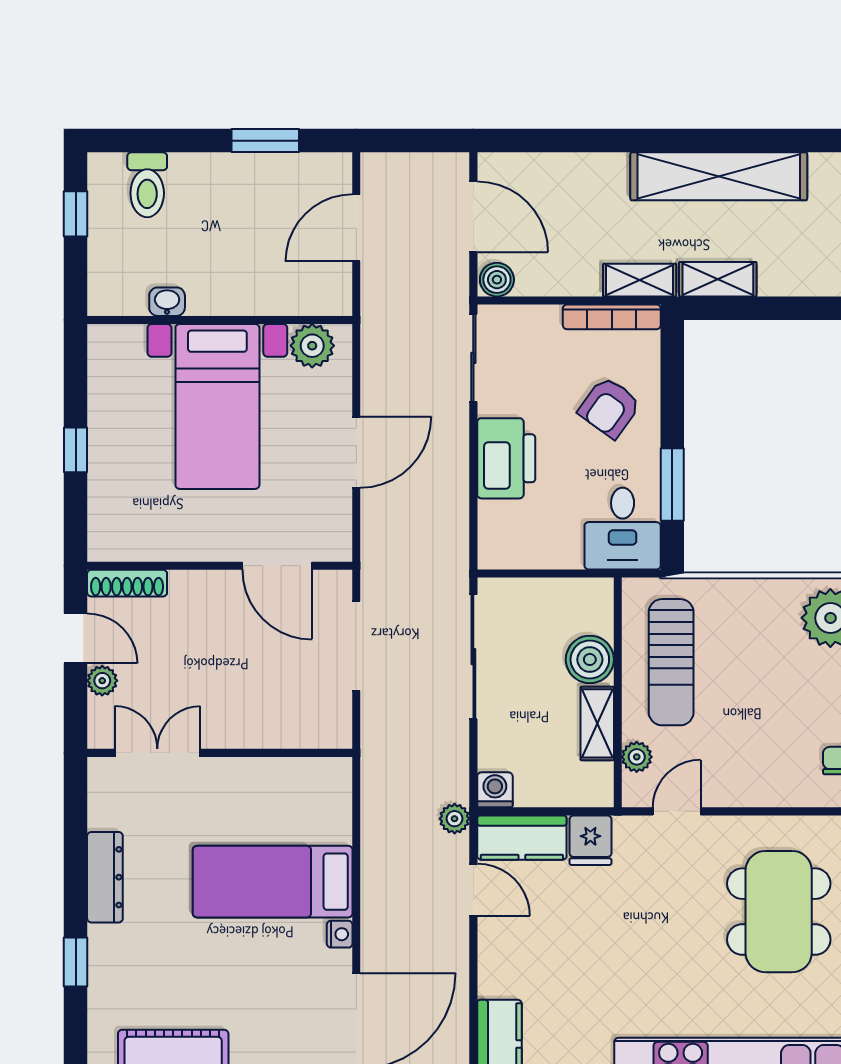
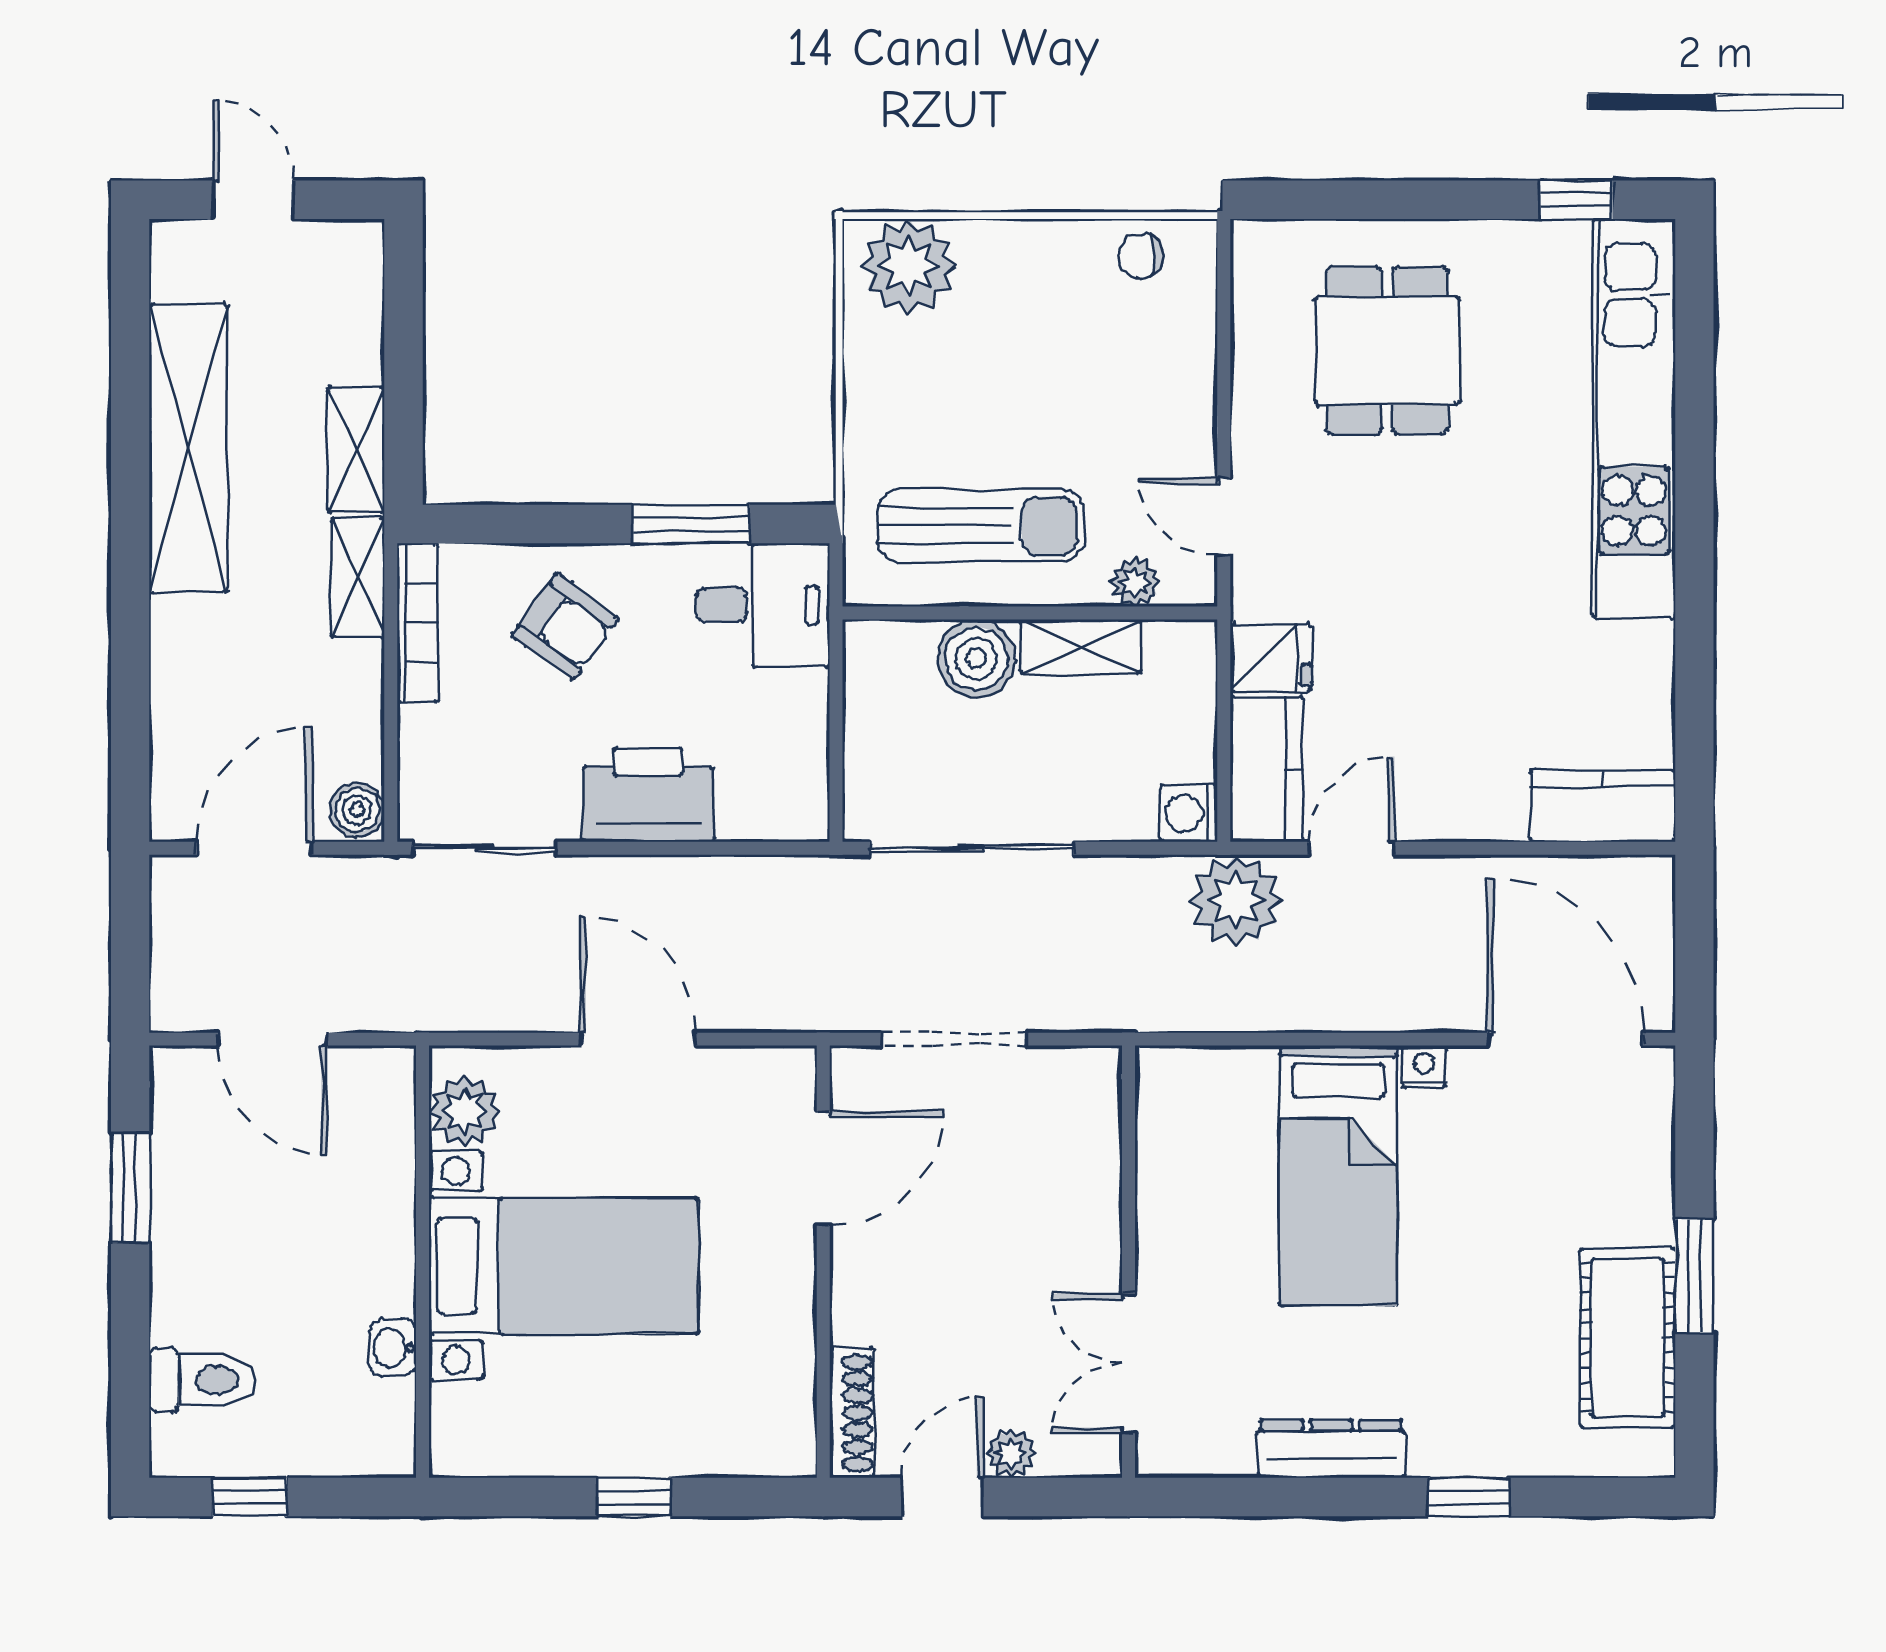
plant: (455, 819) -> (1236, 900), width x1.87, depth x1.87
dining table: (779, 912) -> (1387, 351), width x0.73

